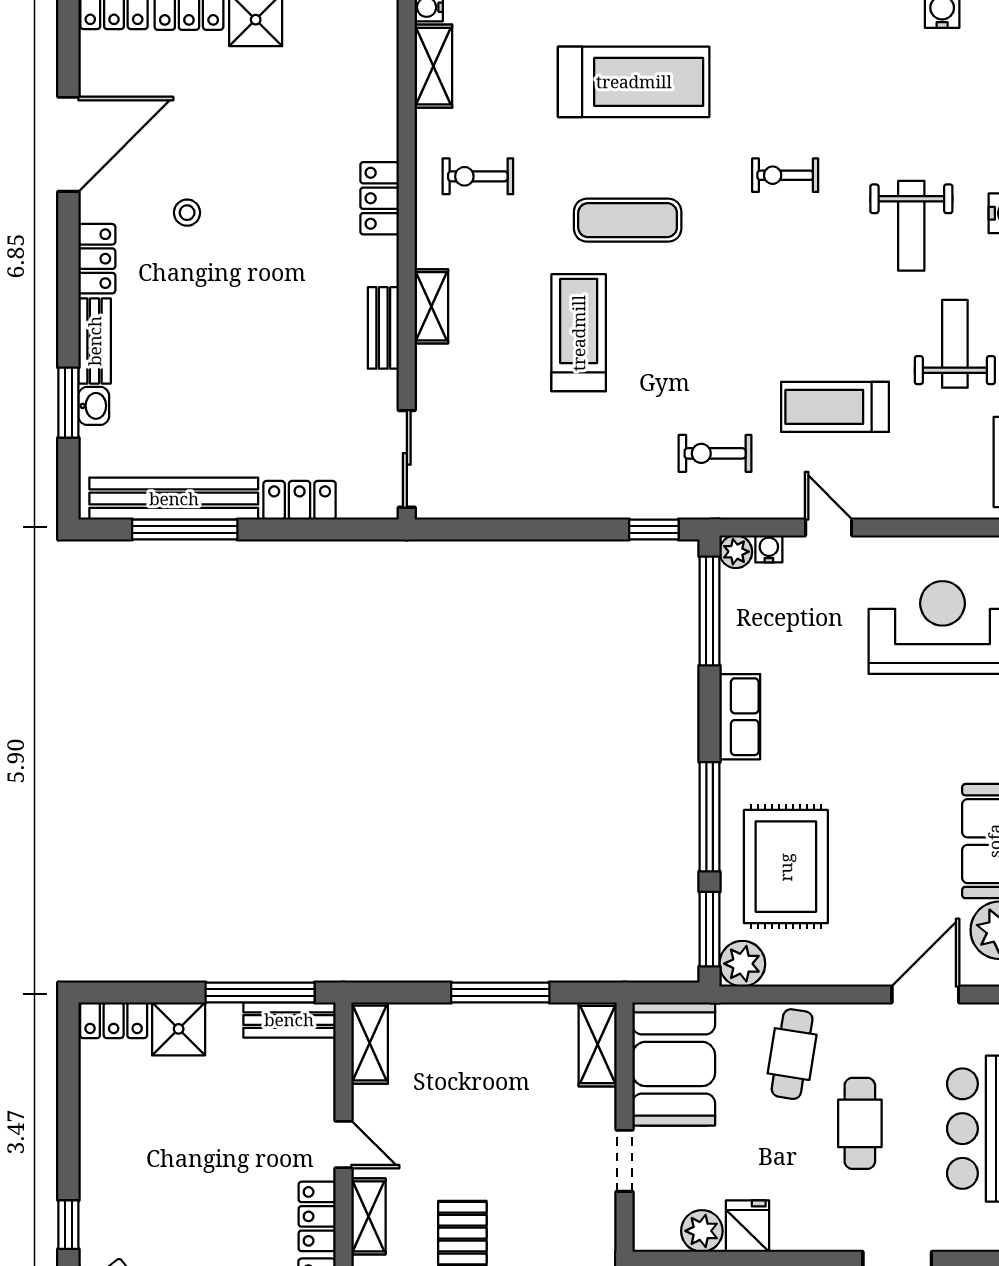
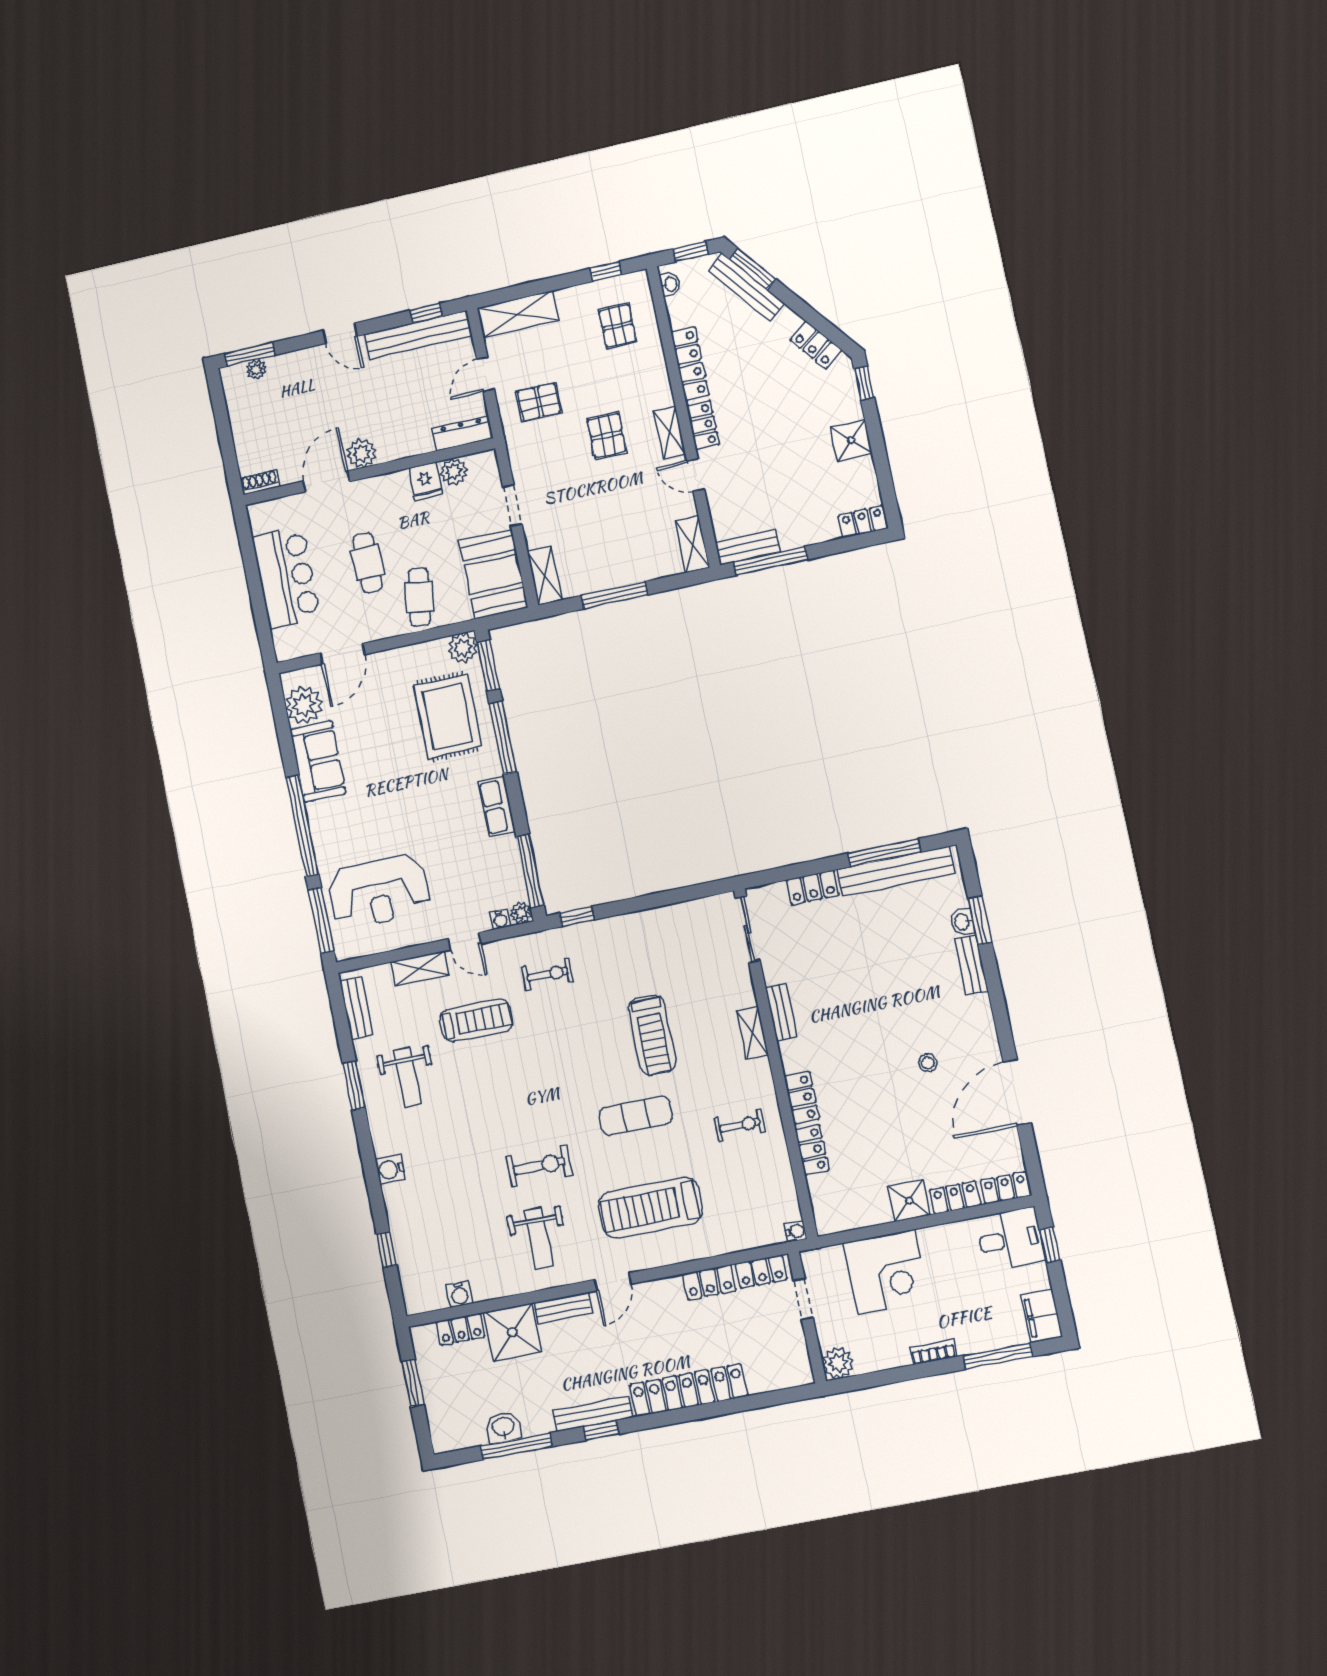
shelving: (433, 66) -> (420, 968), moved, turned 90
exercise bike: (785, 175) -> (539, 1166), width x1.38, depth x1.39
weight bench: (911, 226) -> (539, 1238), moved, turned 180
locker: (97, 259) -> (812, 1150), moved, turned 180
shower: (179, 1029) -> (851, 440), moved

